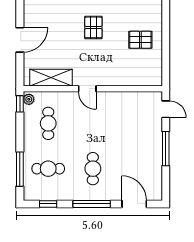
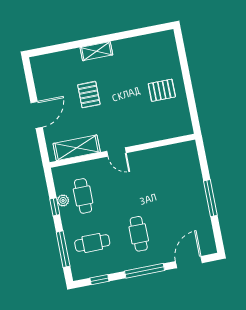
pallet: (93, 27) -> (89, 95), moved
plant: (29, 99) -> (63, 200), moved
window: (20, 104) -> (55, 207), moved
door: (166, 109) -> (202, 157), removed
door: (134, 204) -> (189, 262), hinge flipped

